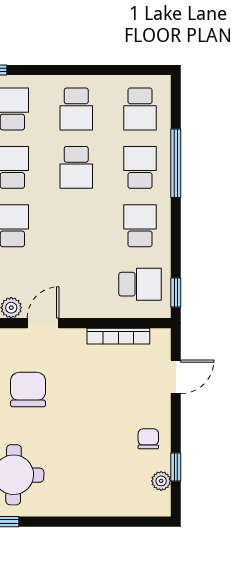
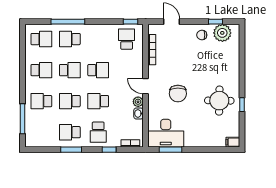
school desk: (140, 226) -> (98, 70), moved, turned 180
chair: (28, 390) -> (178, 94), turned -90
plant: (161, 481) -> (222, 33), width x1.88, depth x1.88

